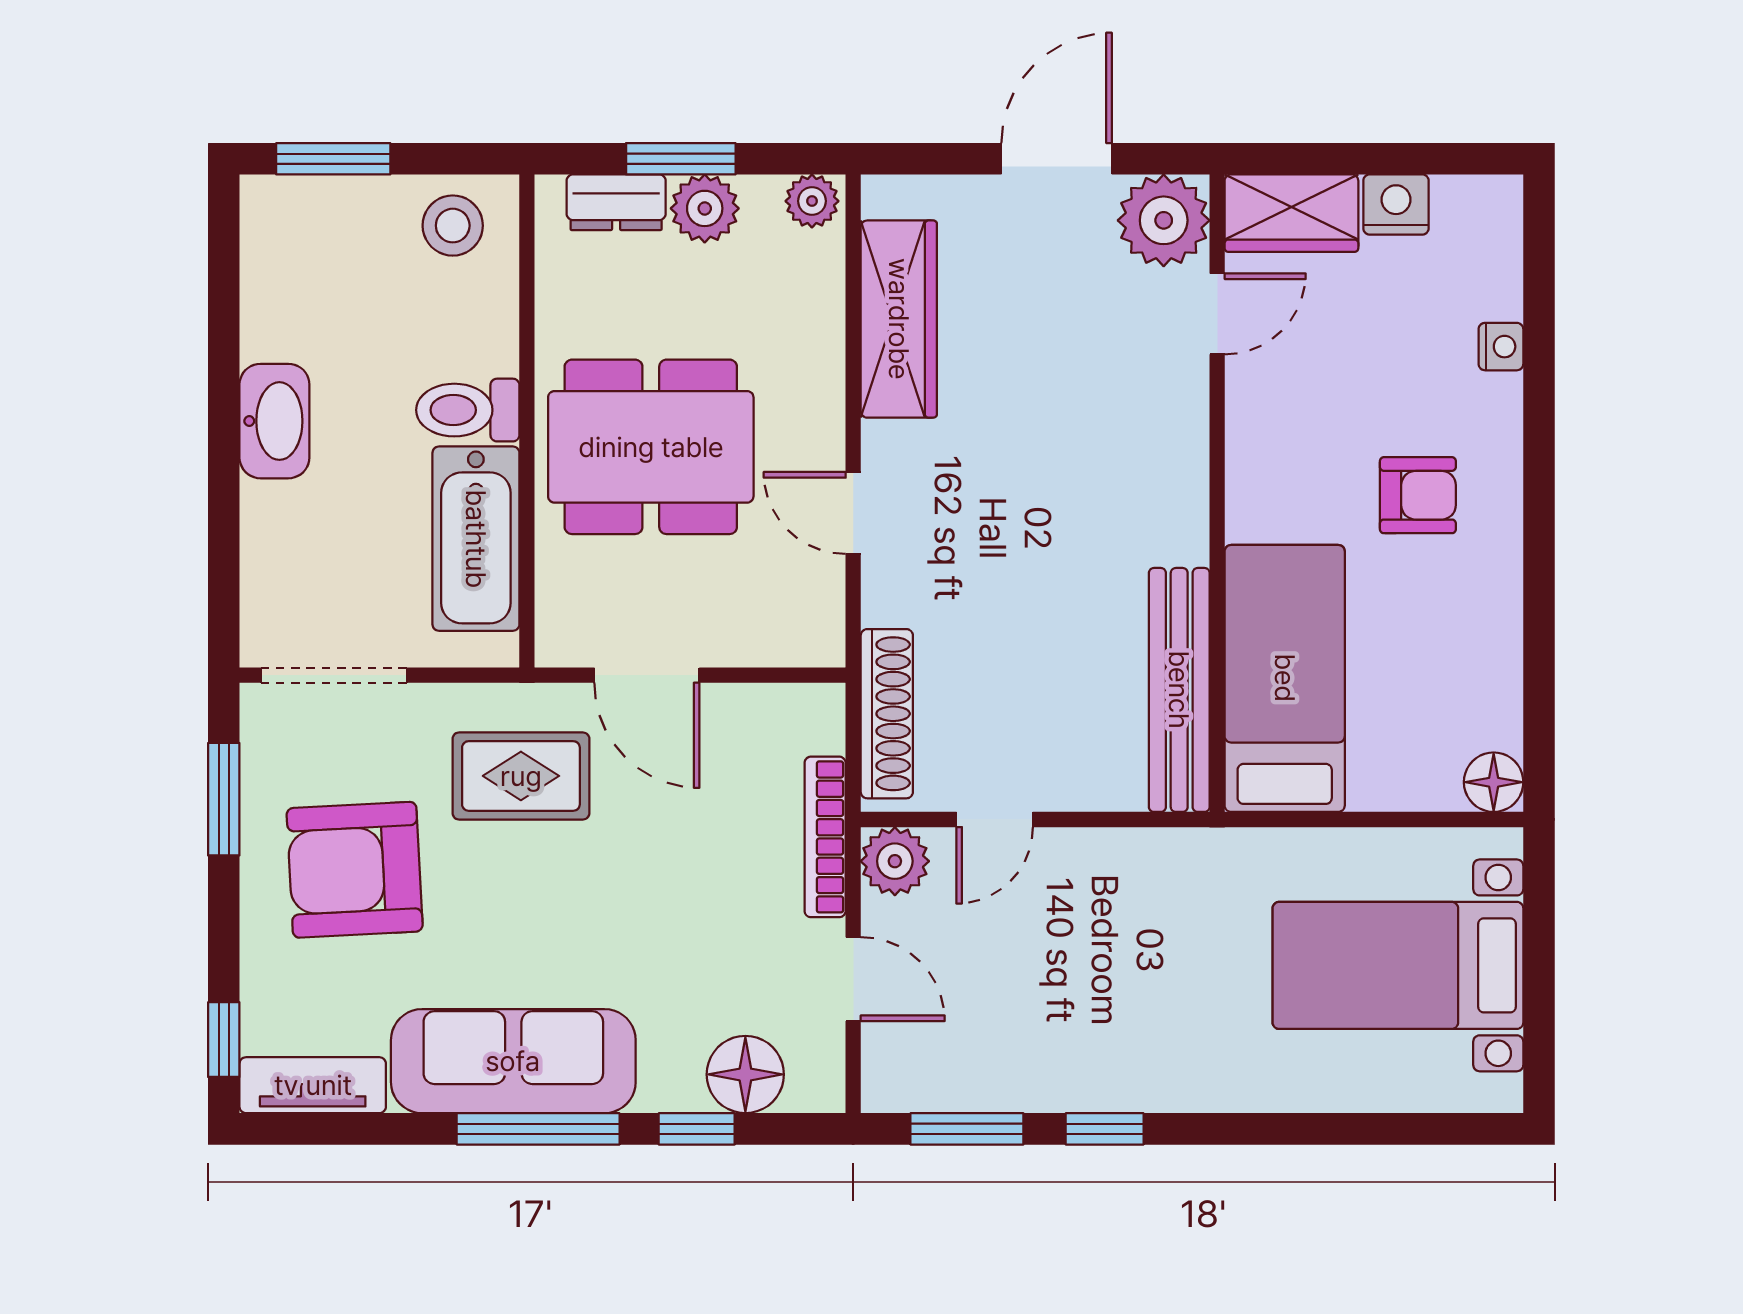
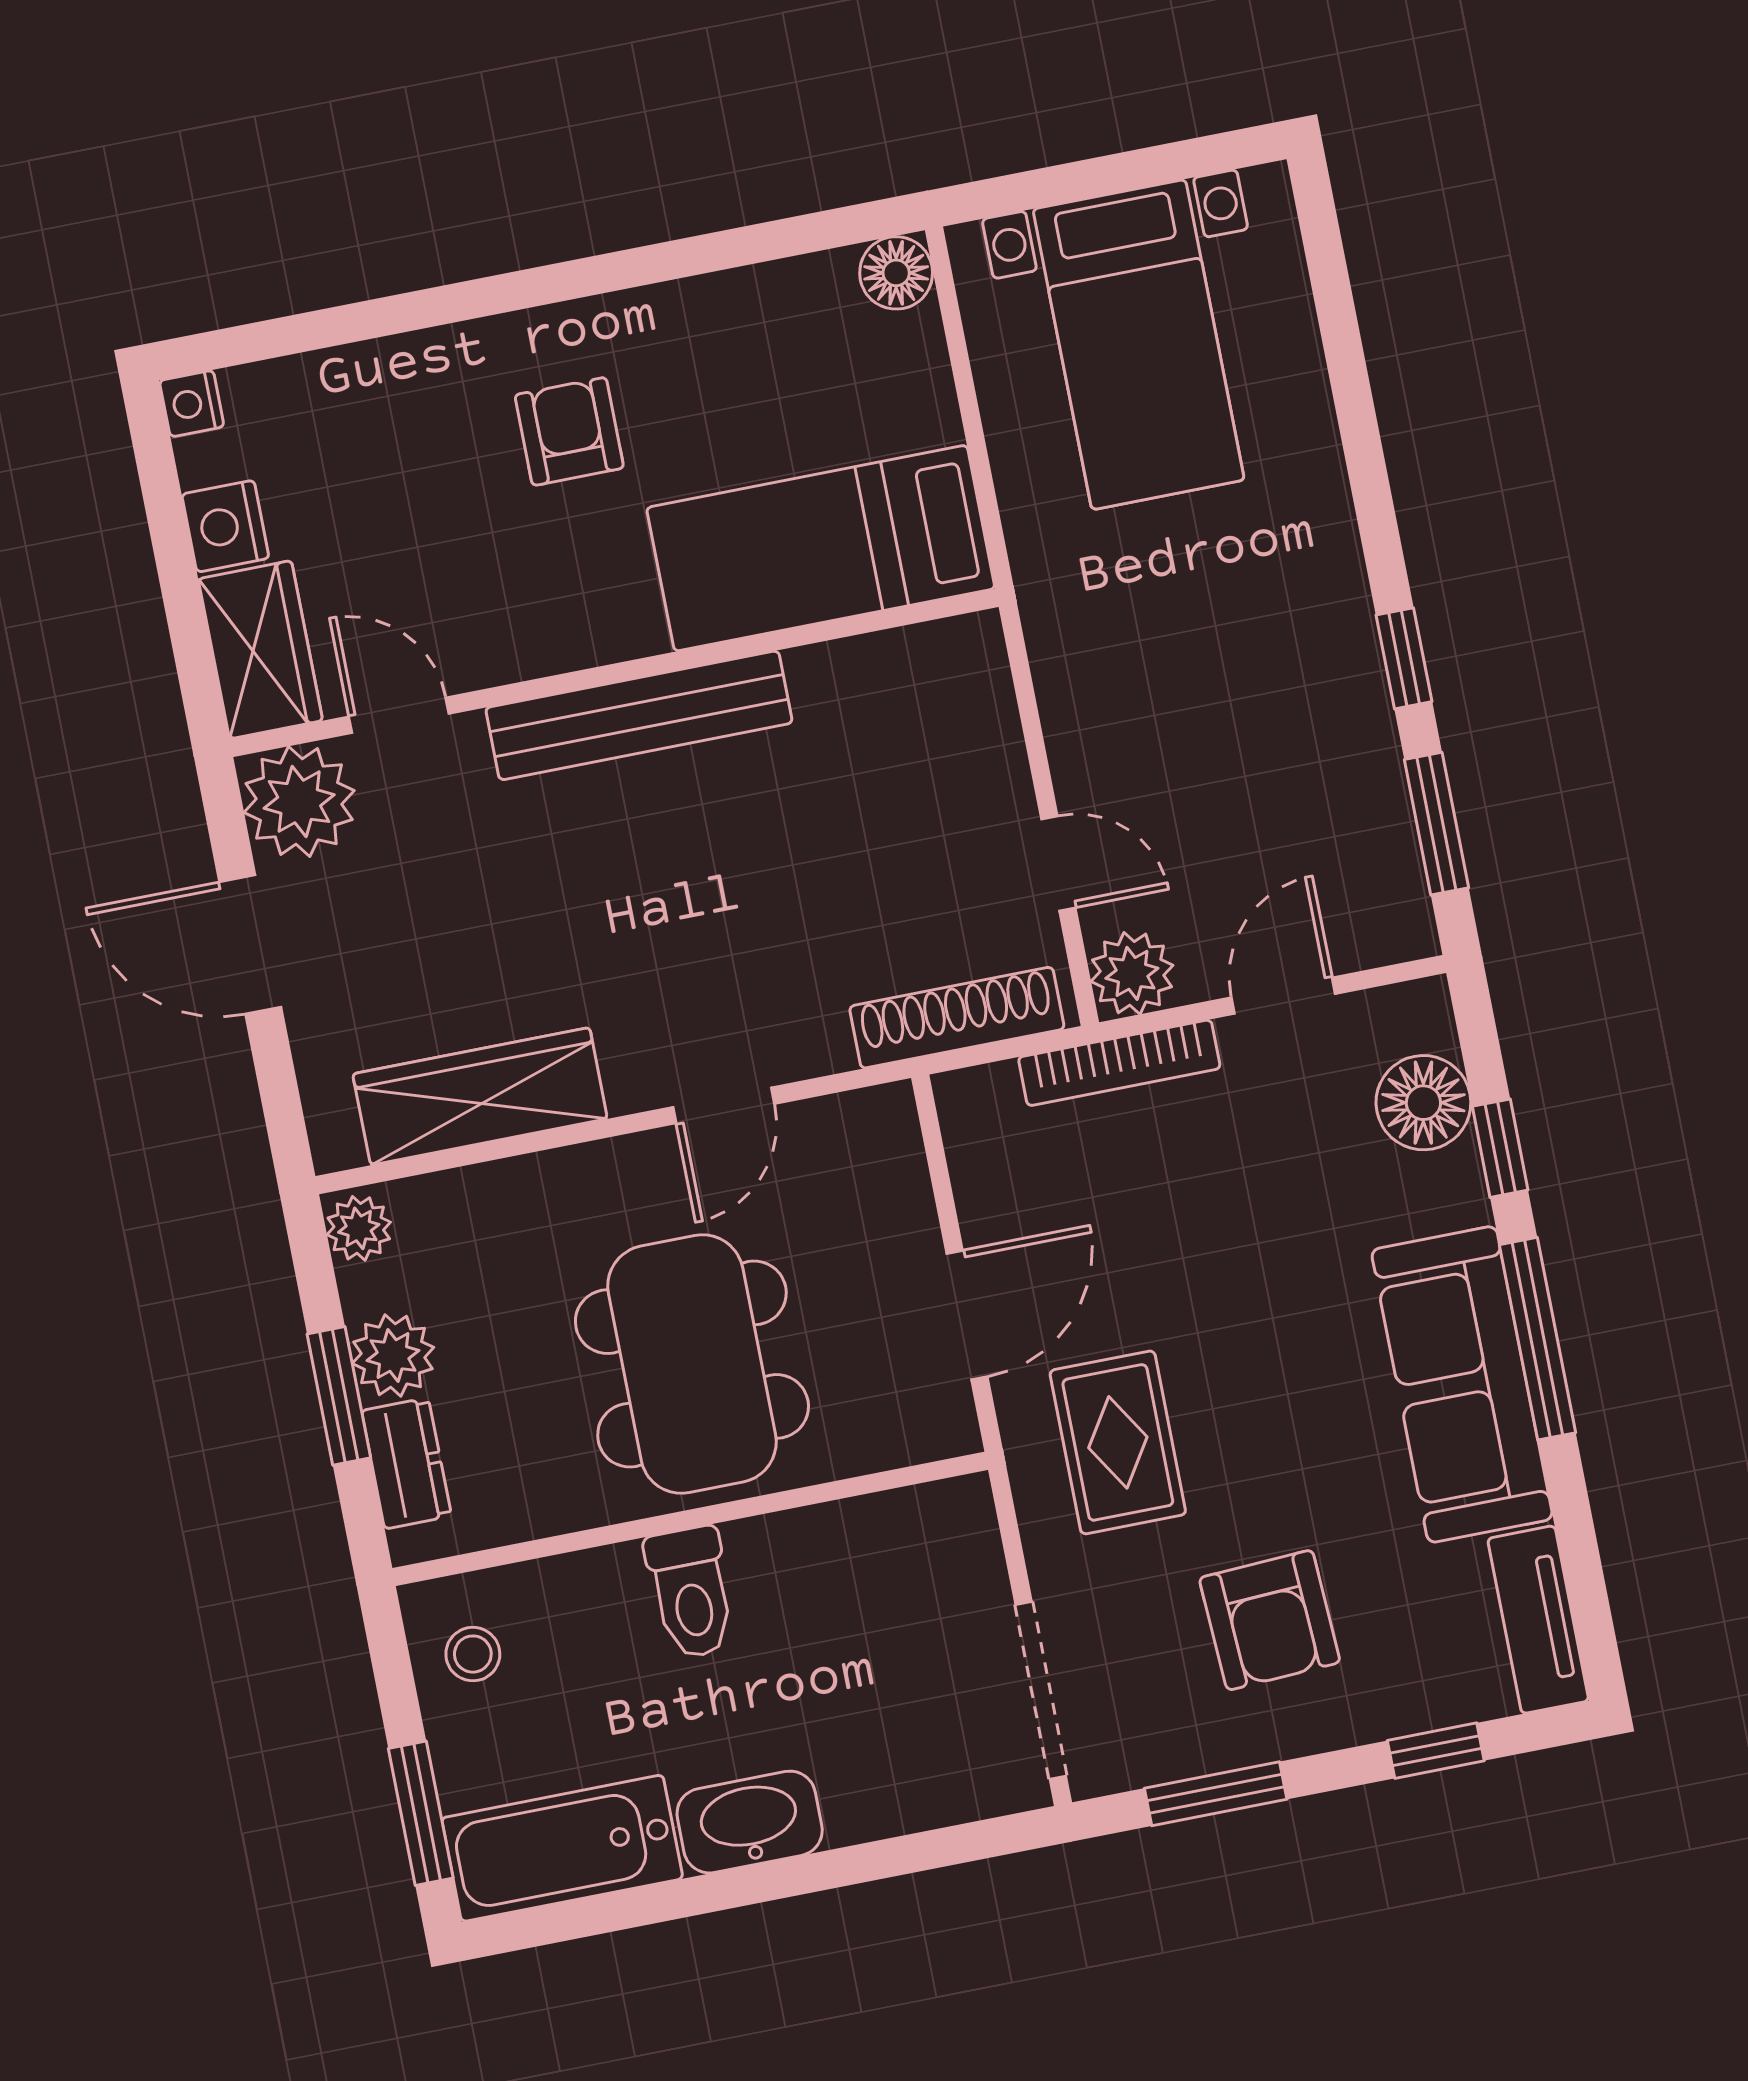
stool: (453, 226) -> (473, 1654), width x0.73, depth x0.73
nightstand: (1501, 347) -> (192, 404), moved, turned -90
bathtub: (476, 539) -> (562, 1848), moved, turned 180
bench: (1179, 690) -> (639, 715), moved
armchair: (355, 870) -> (1270, 1620), width x0.73, depth x0.73
window: (224, 1040) -> (1436, 1751), moved

